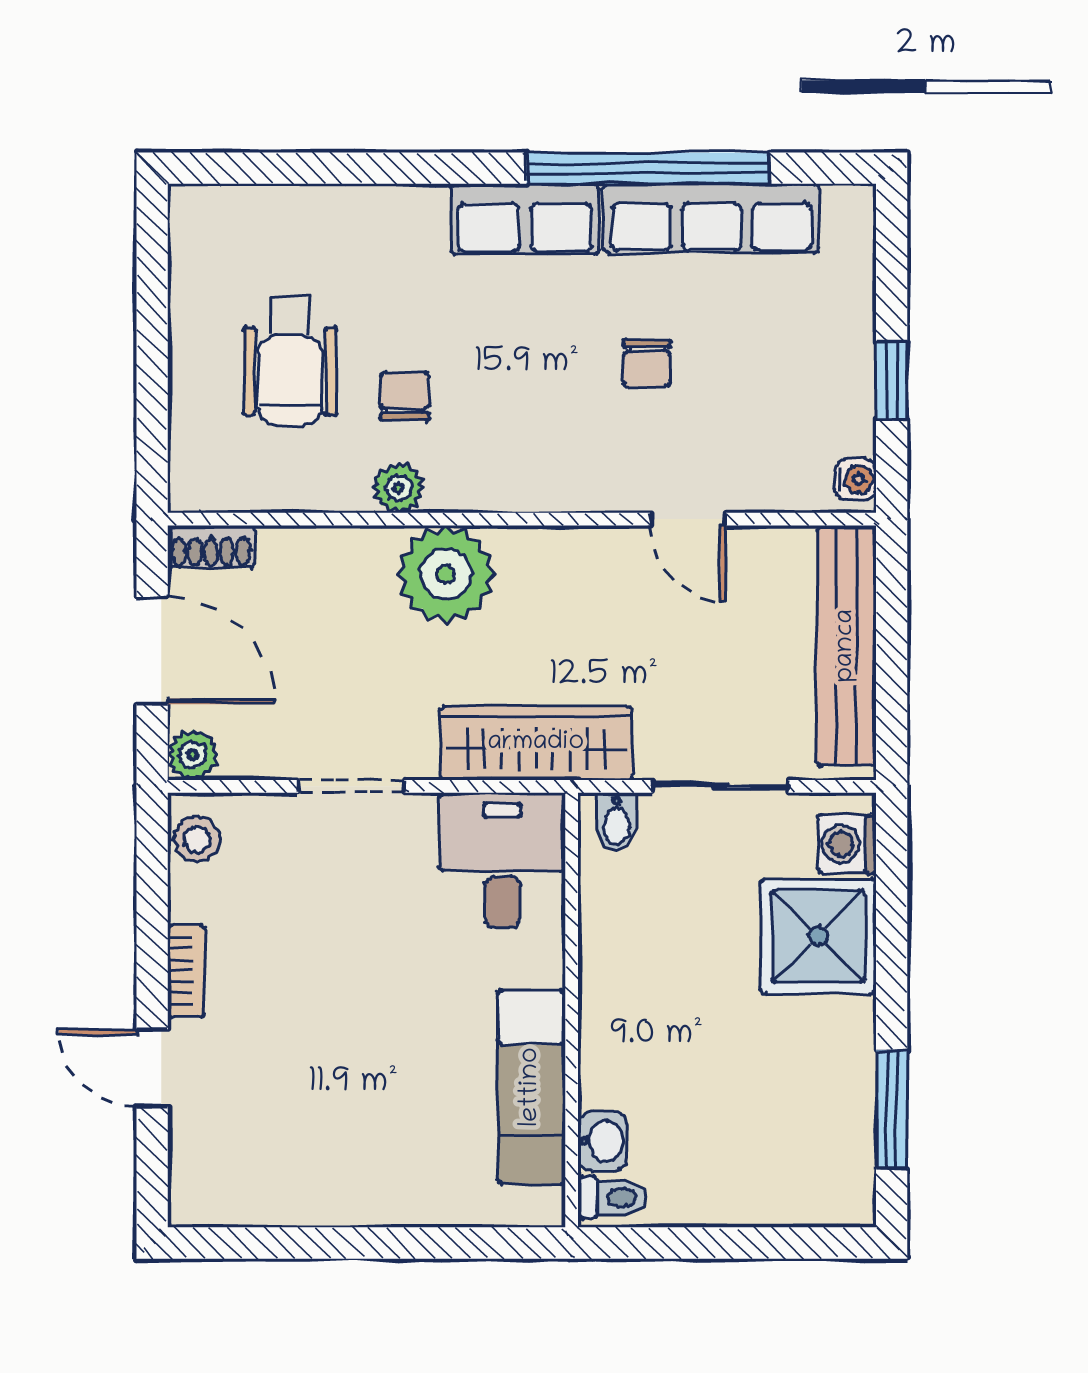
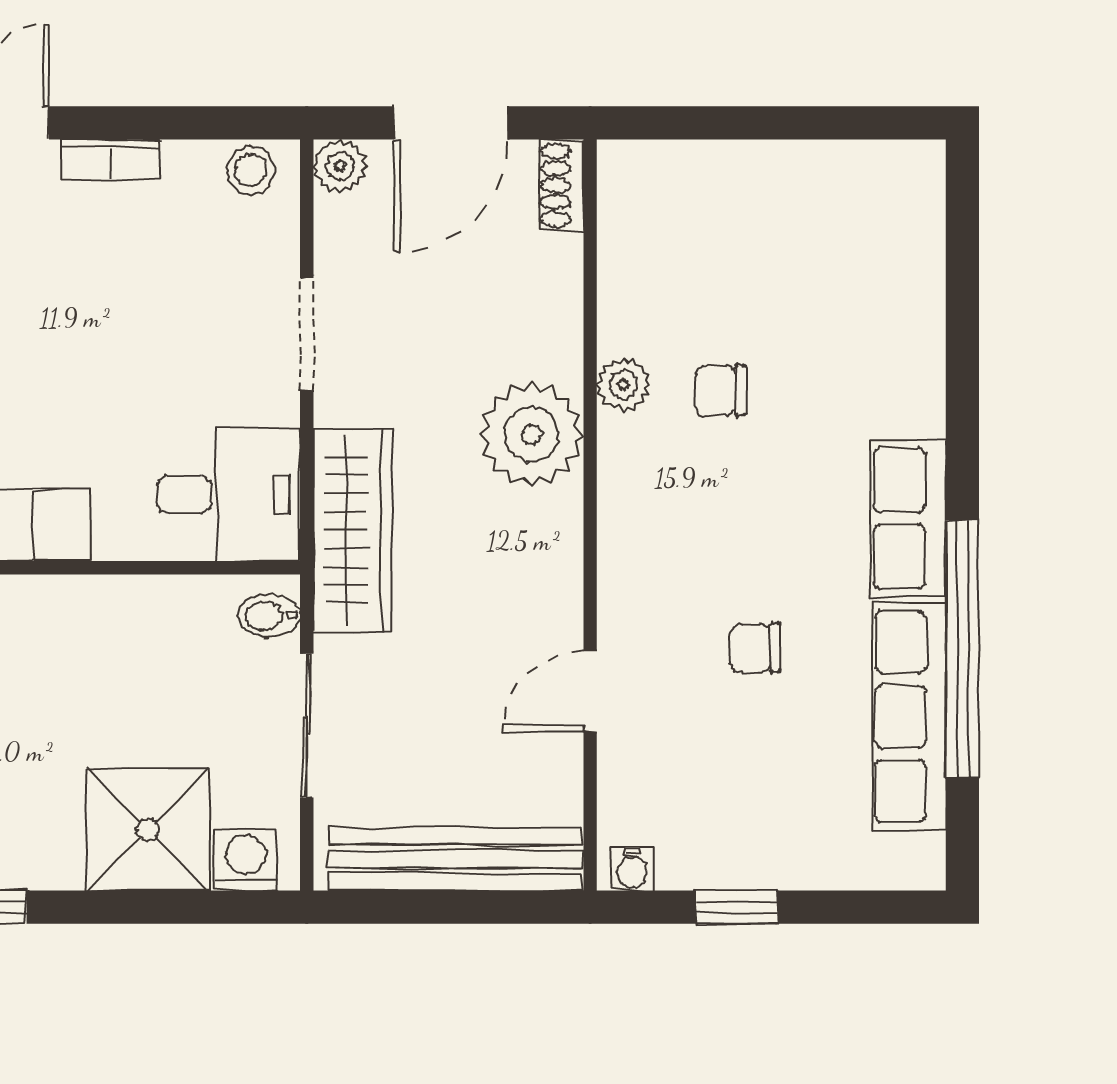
wheelchair: (290, 361) -> (758, 269), removed
chair: (404, 396) -> (720, 391), turned 180

